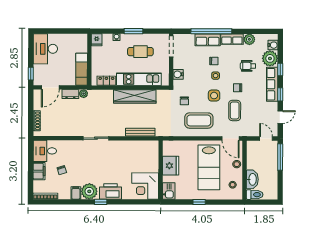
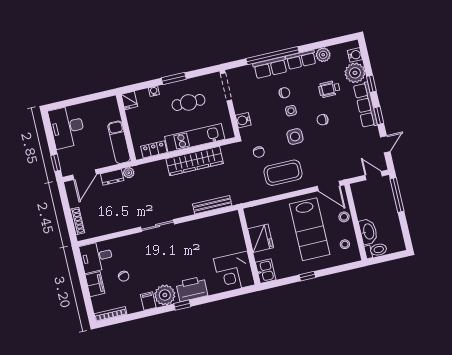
coffee table: (235, 110) -> (326, 149), removed

